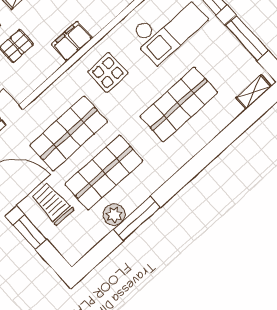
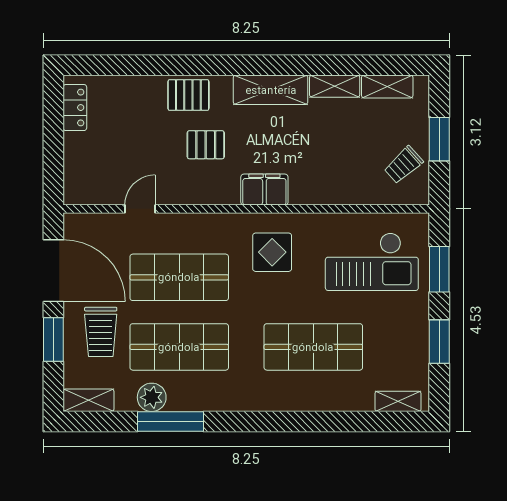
window: (246, 38) -> (439, 342), width x0.69
trolley: (52, 204) -> (101, 332), turned 180
shelving: (80, 248) -> (89, 400), added

